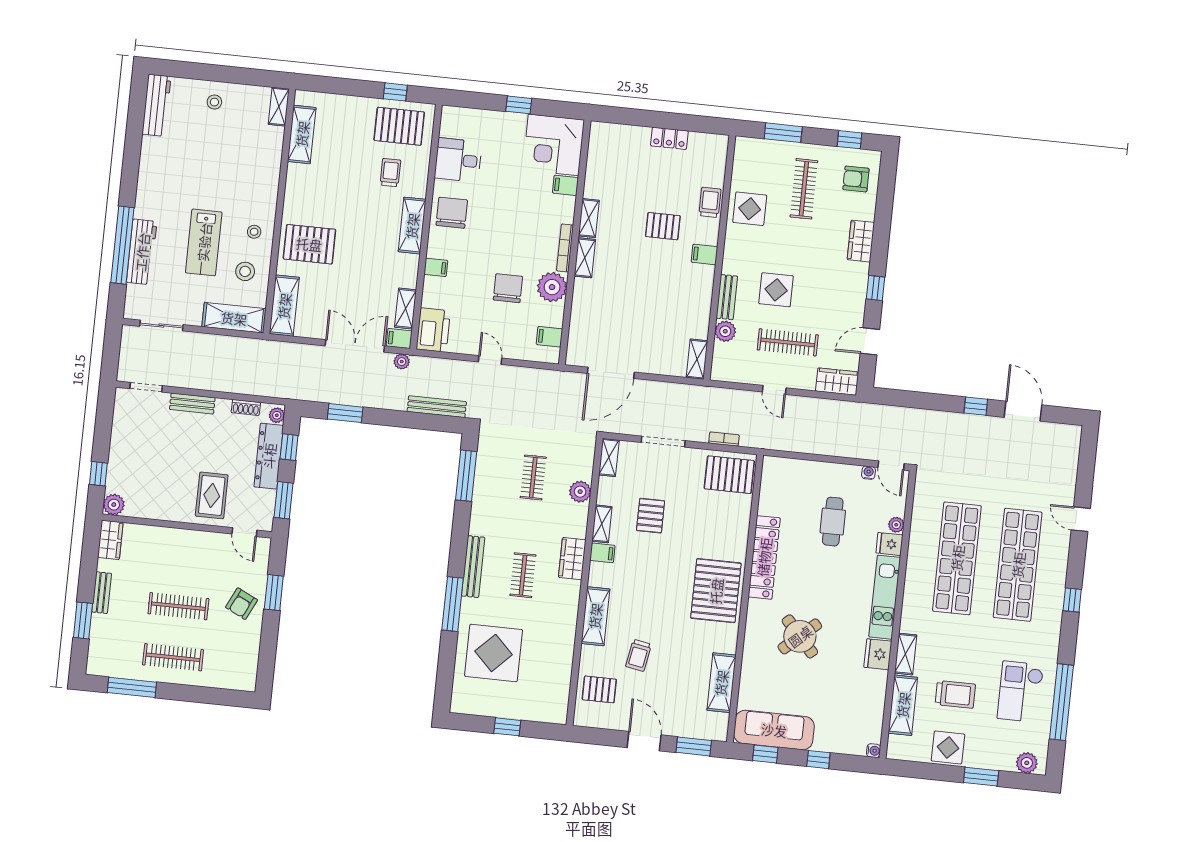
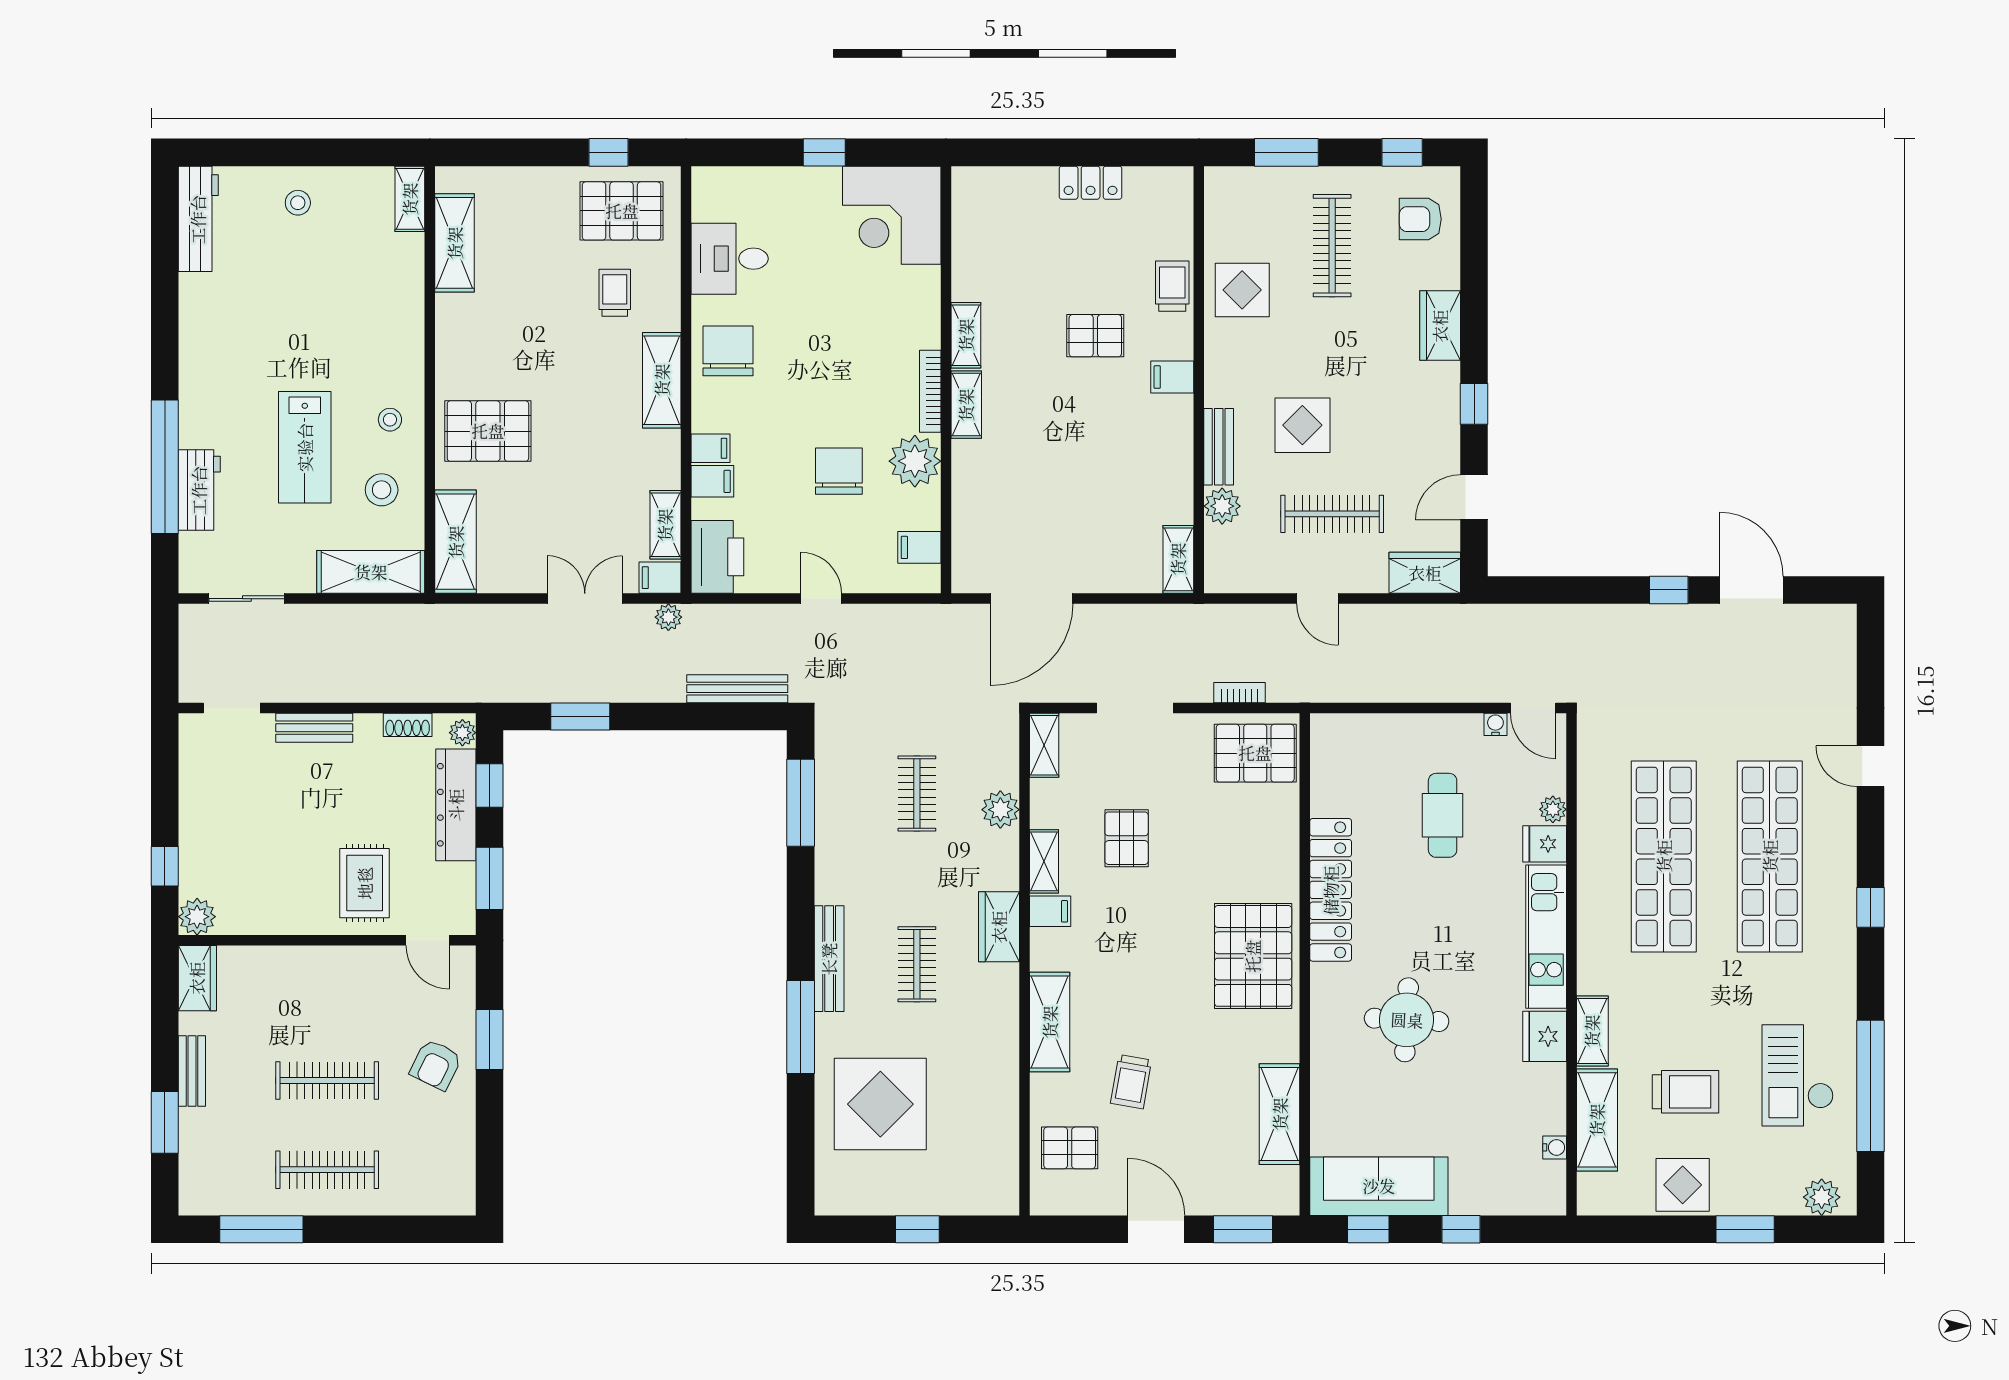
filing cabinet: (565, 185) -> (712, 481), moved, turned 180
workbench: (142, 252) -> (199, 490), width x0.73
double door: (355, 346) -> (585, 599), width x0.73
round table: (800, 636) -> (1407, 1020), turned 45
water cooler: (874, 751) -> (1555, 1147), moved

